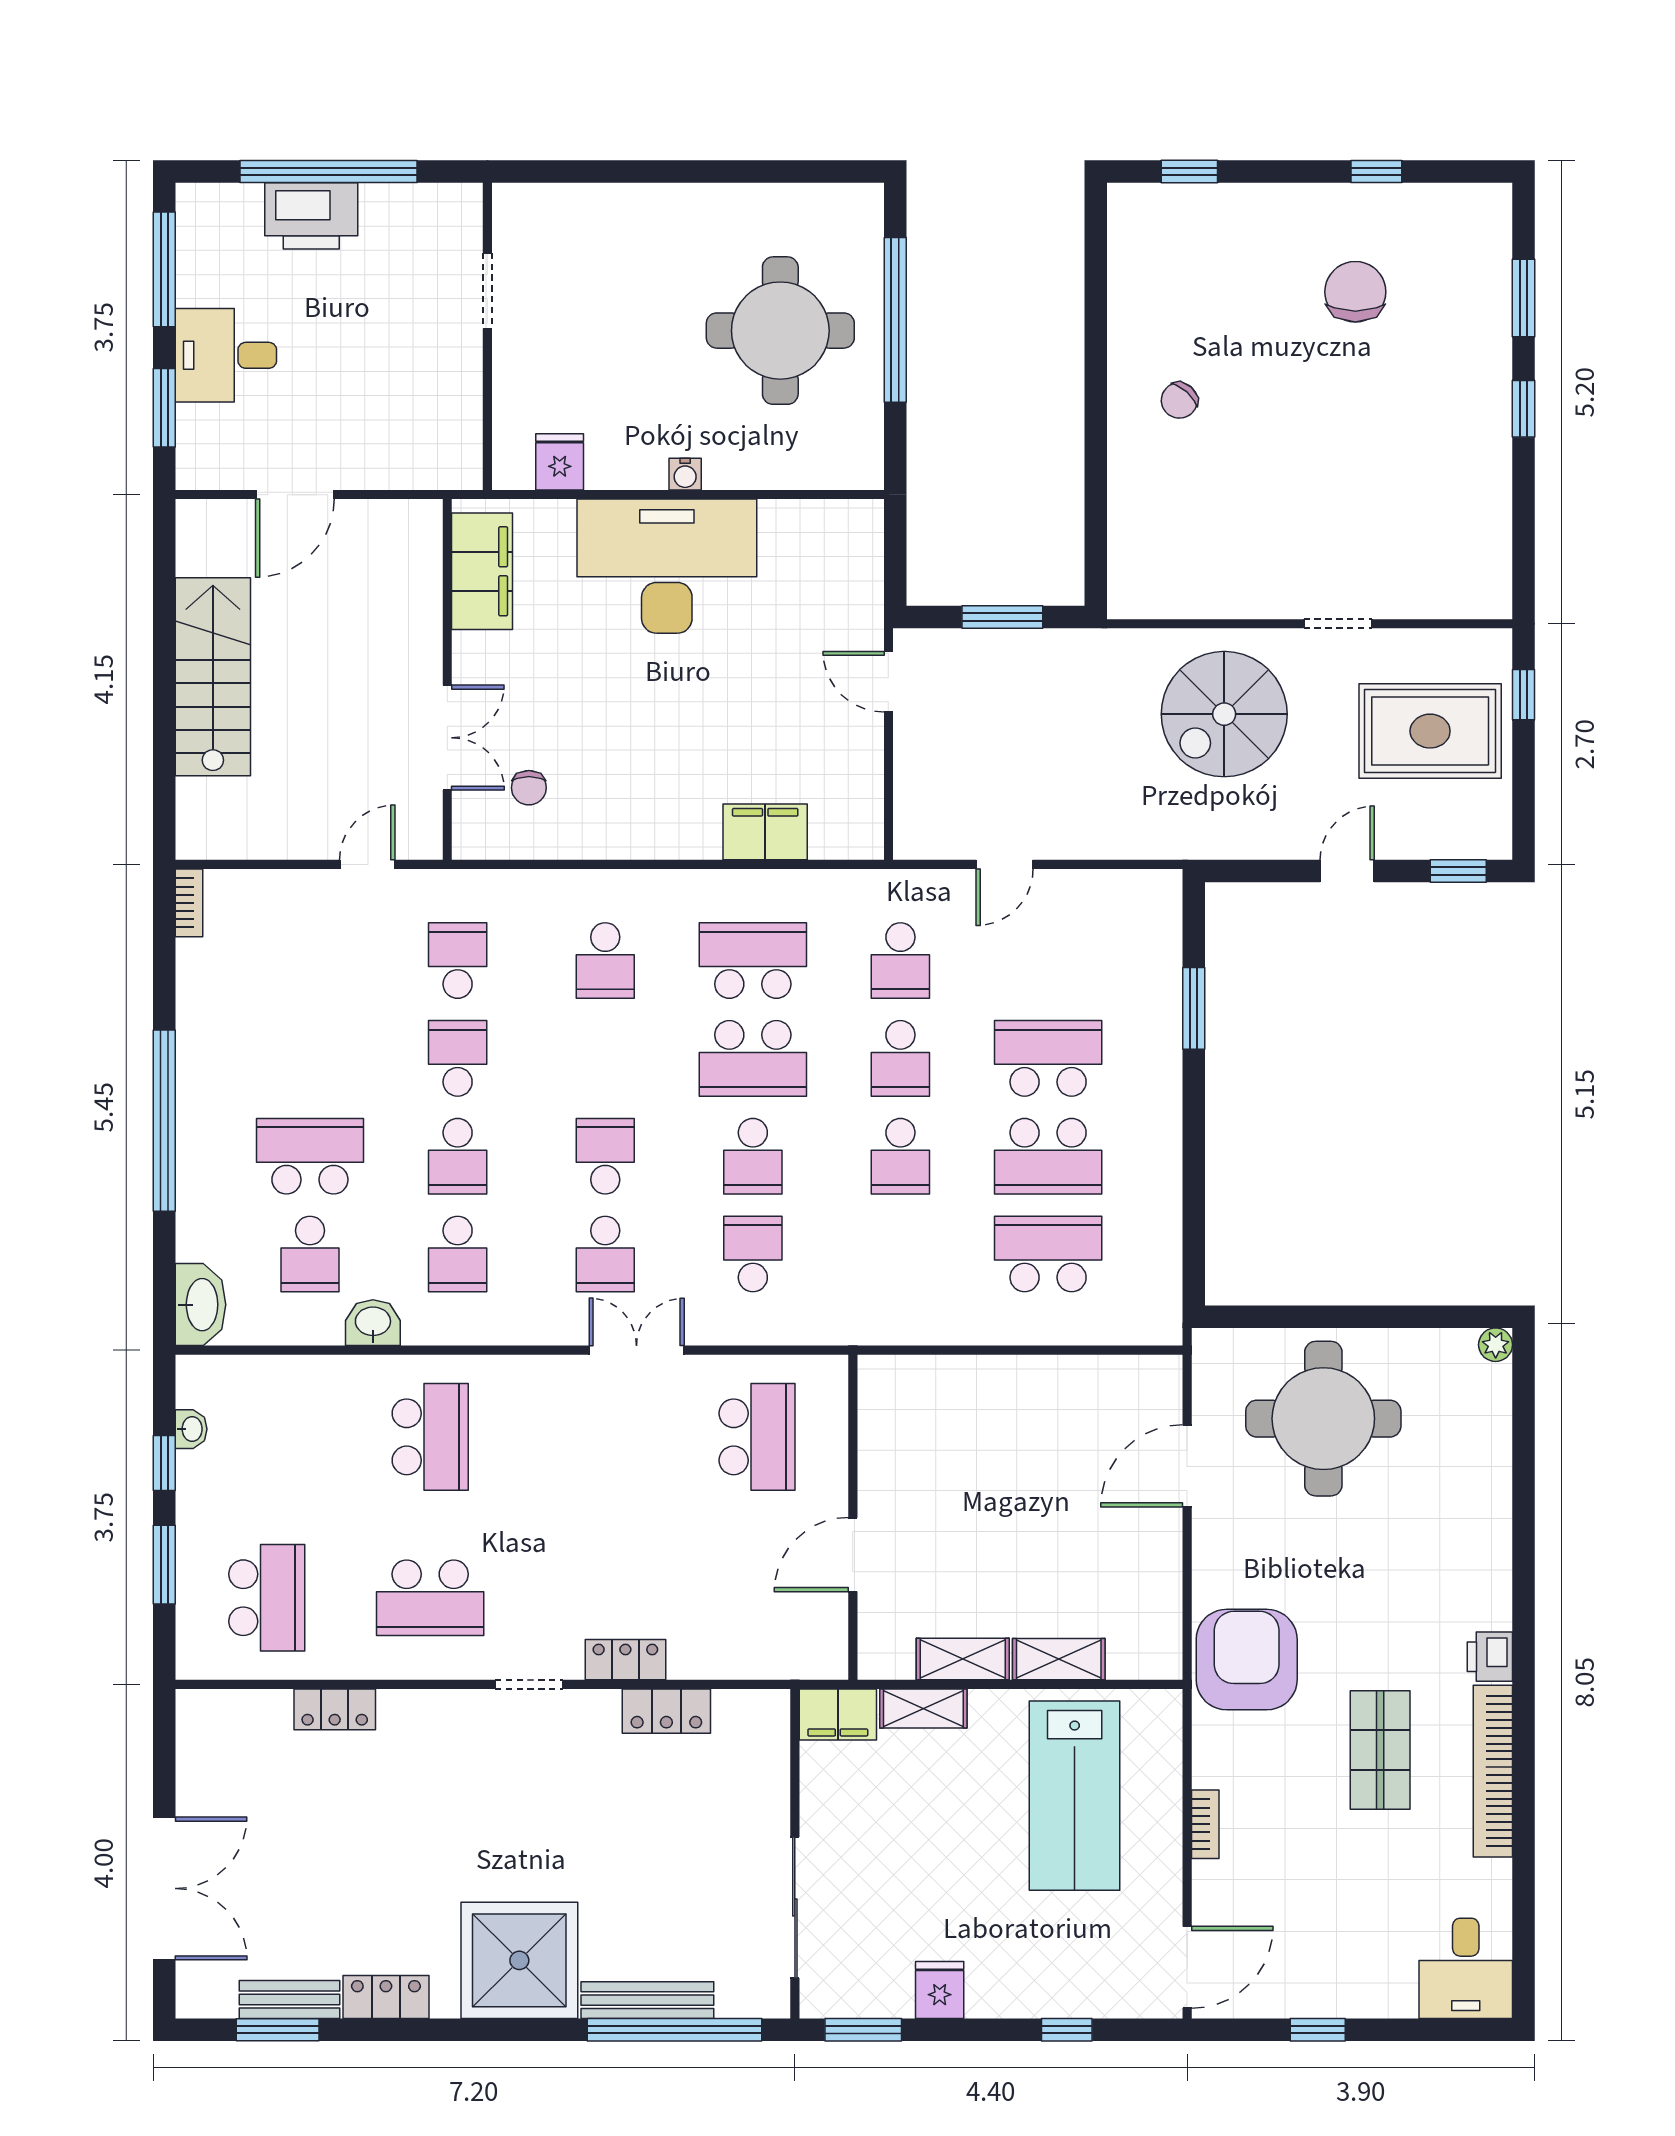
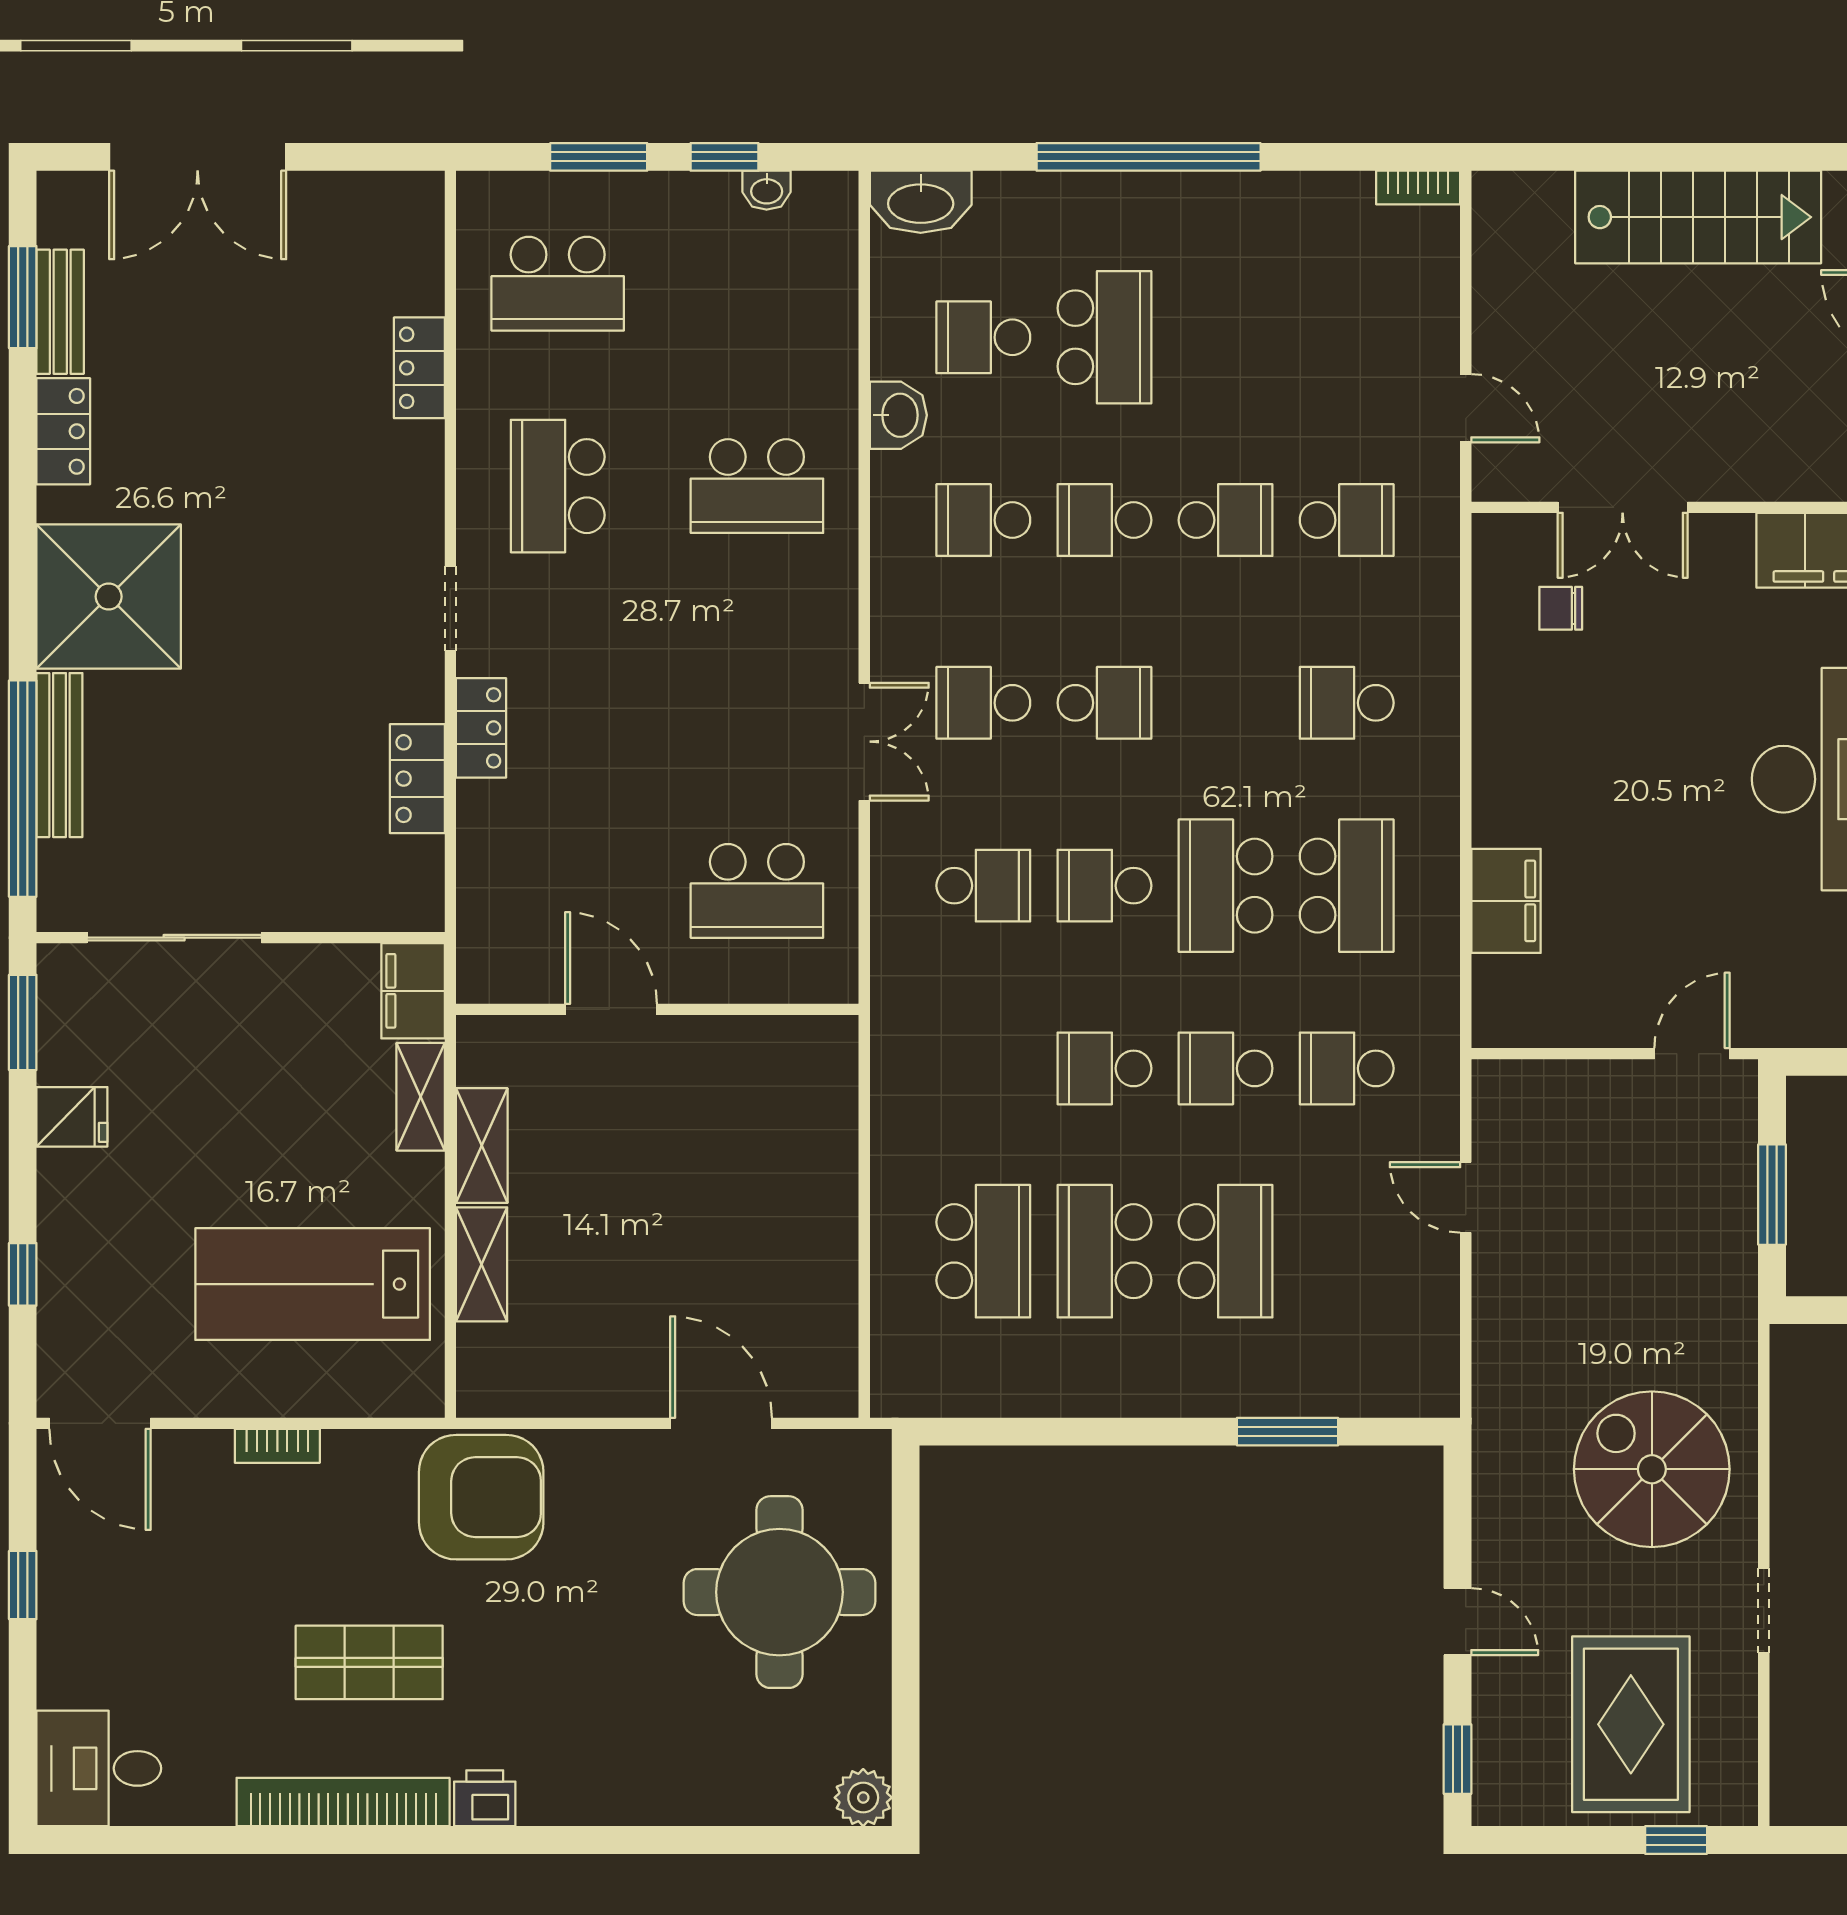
plant: (1496, 1345) -> (863, 1798), width x1.38, depth x1.38

